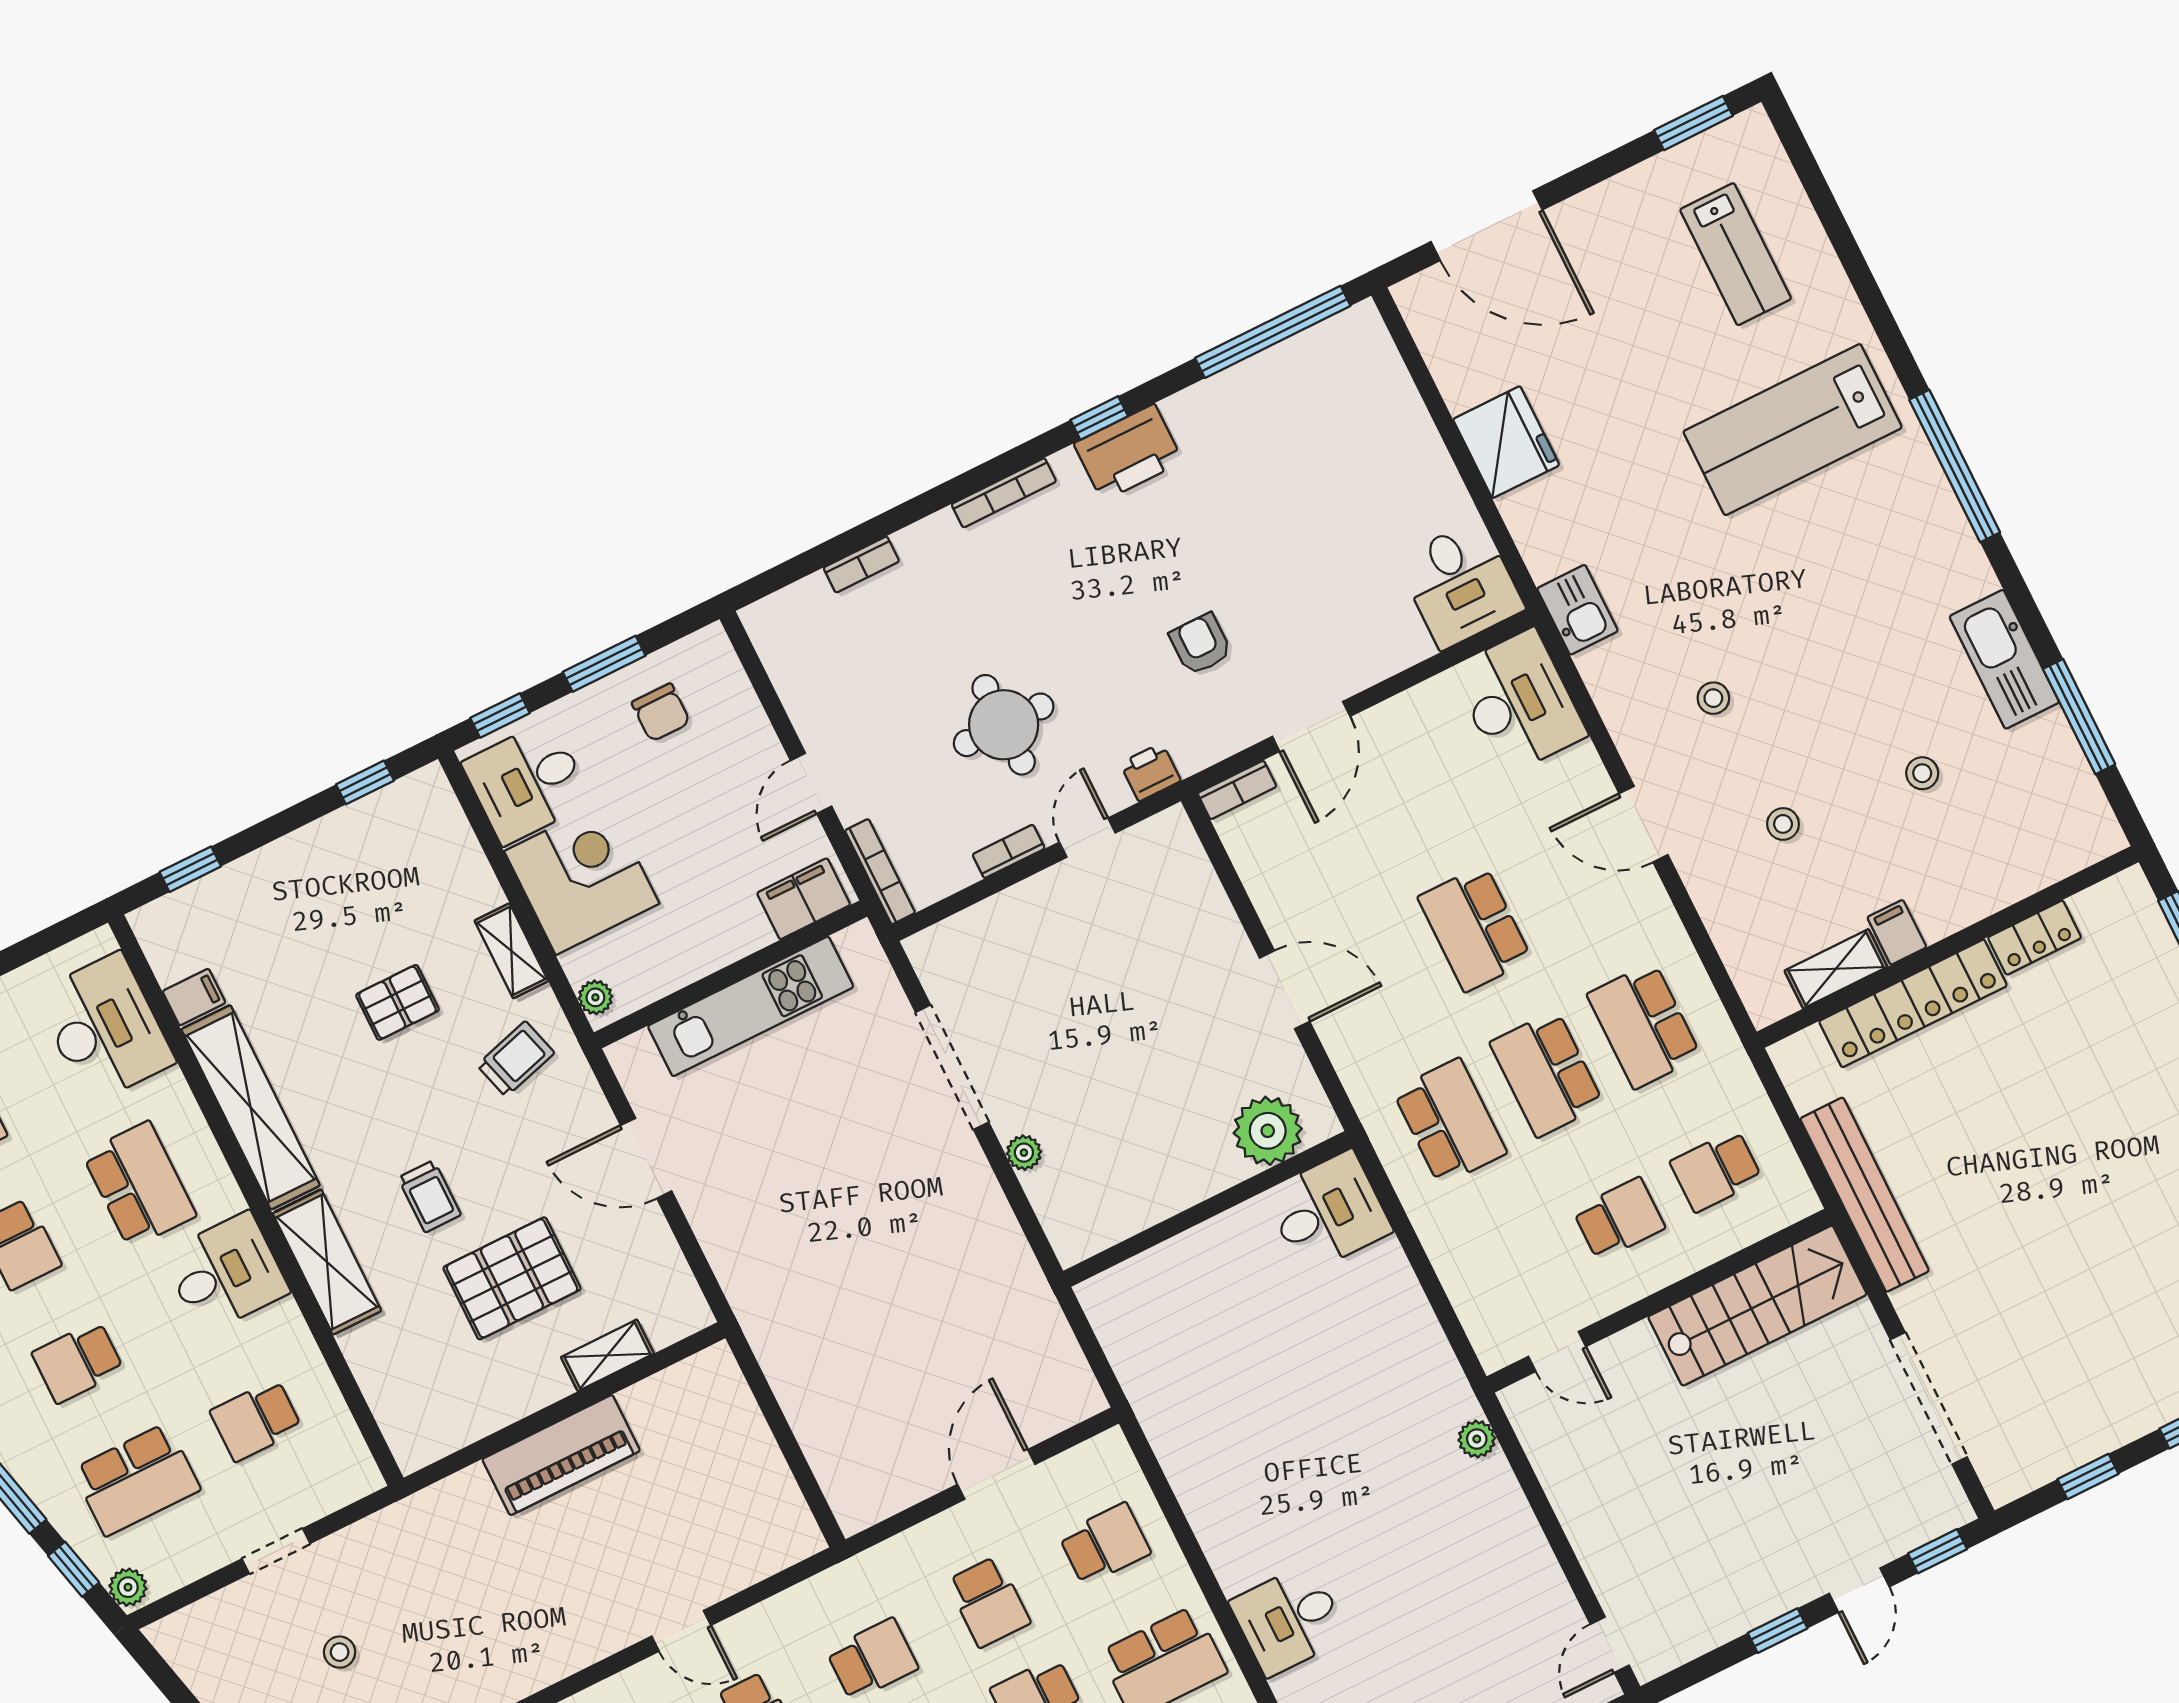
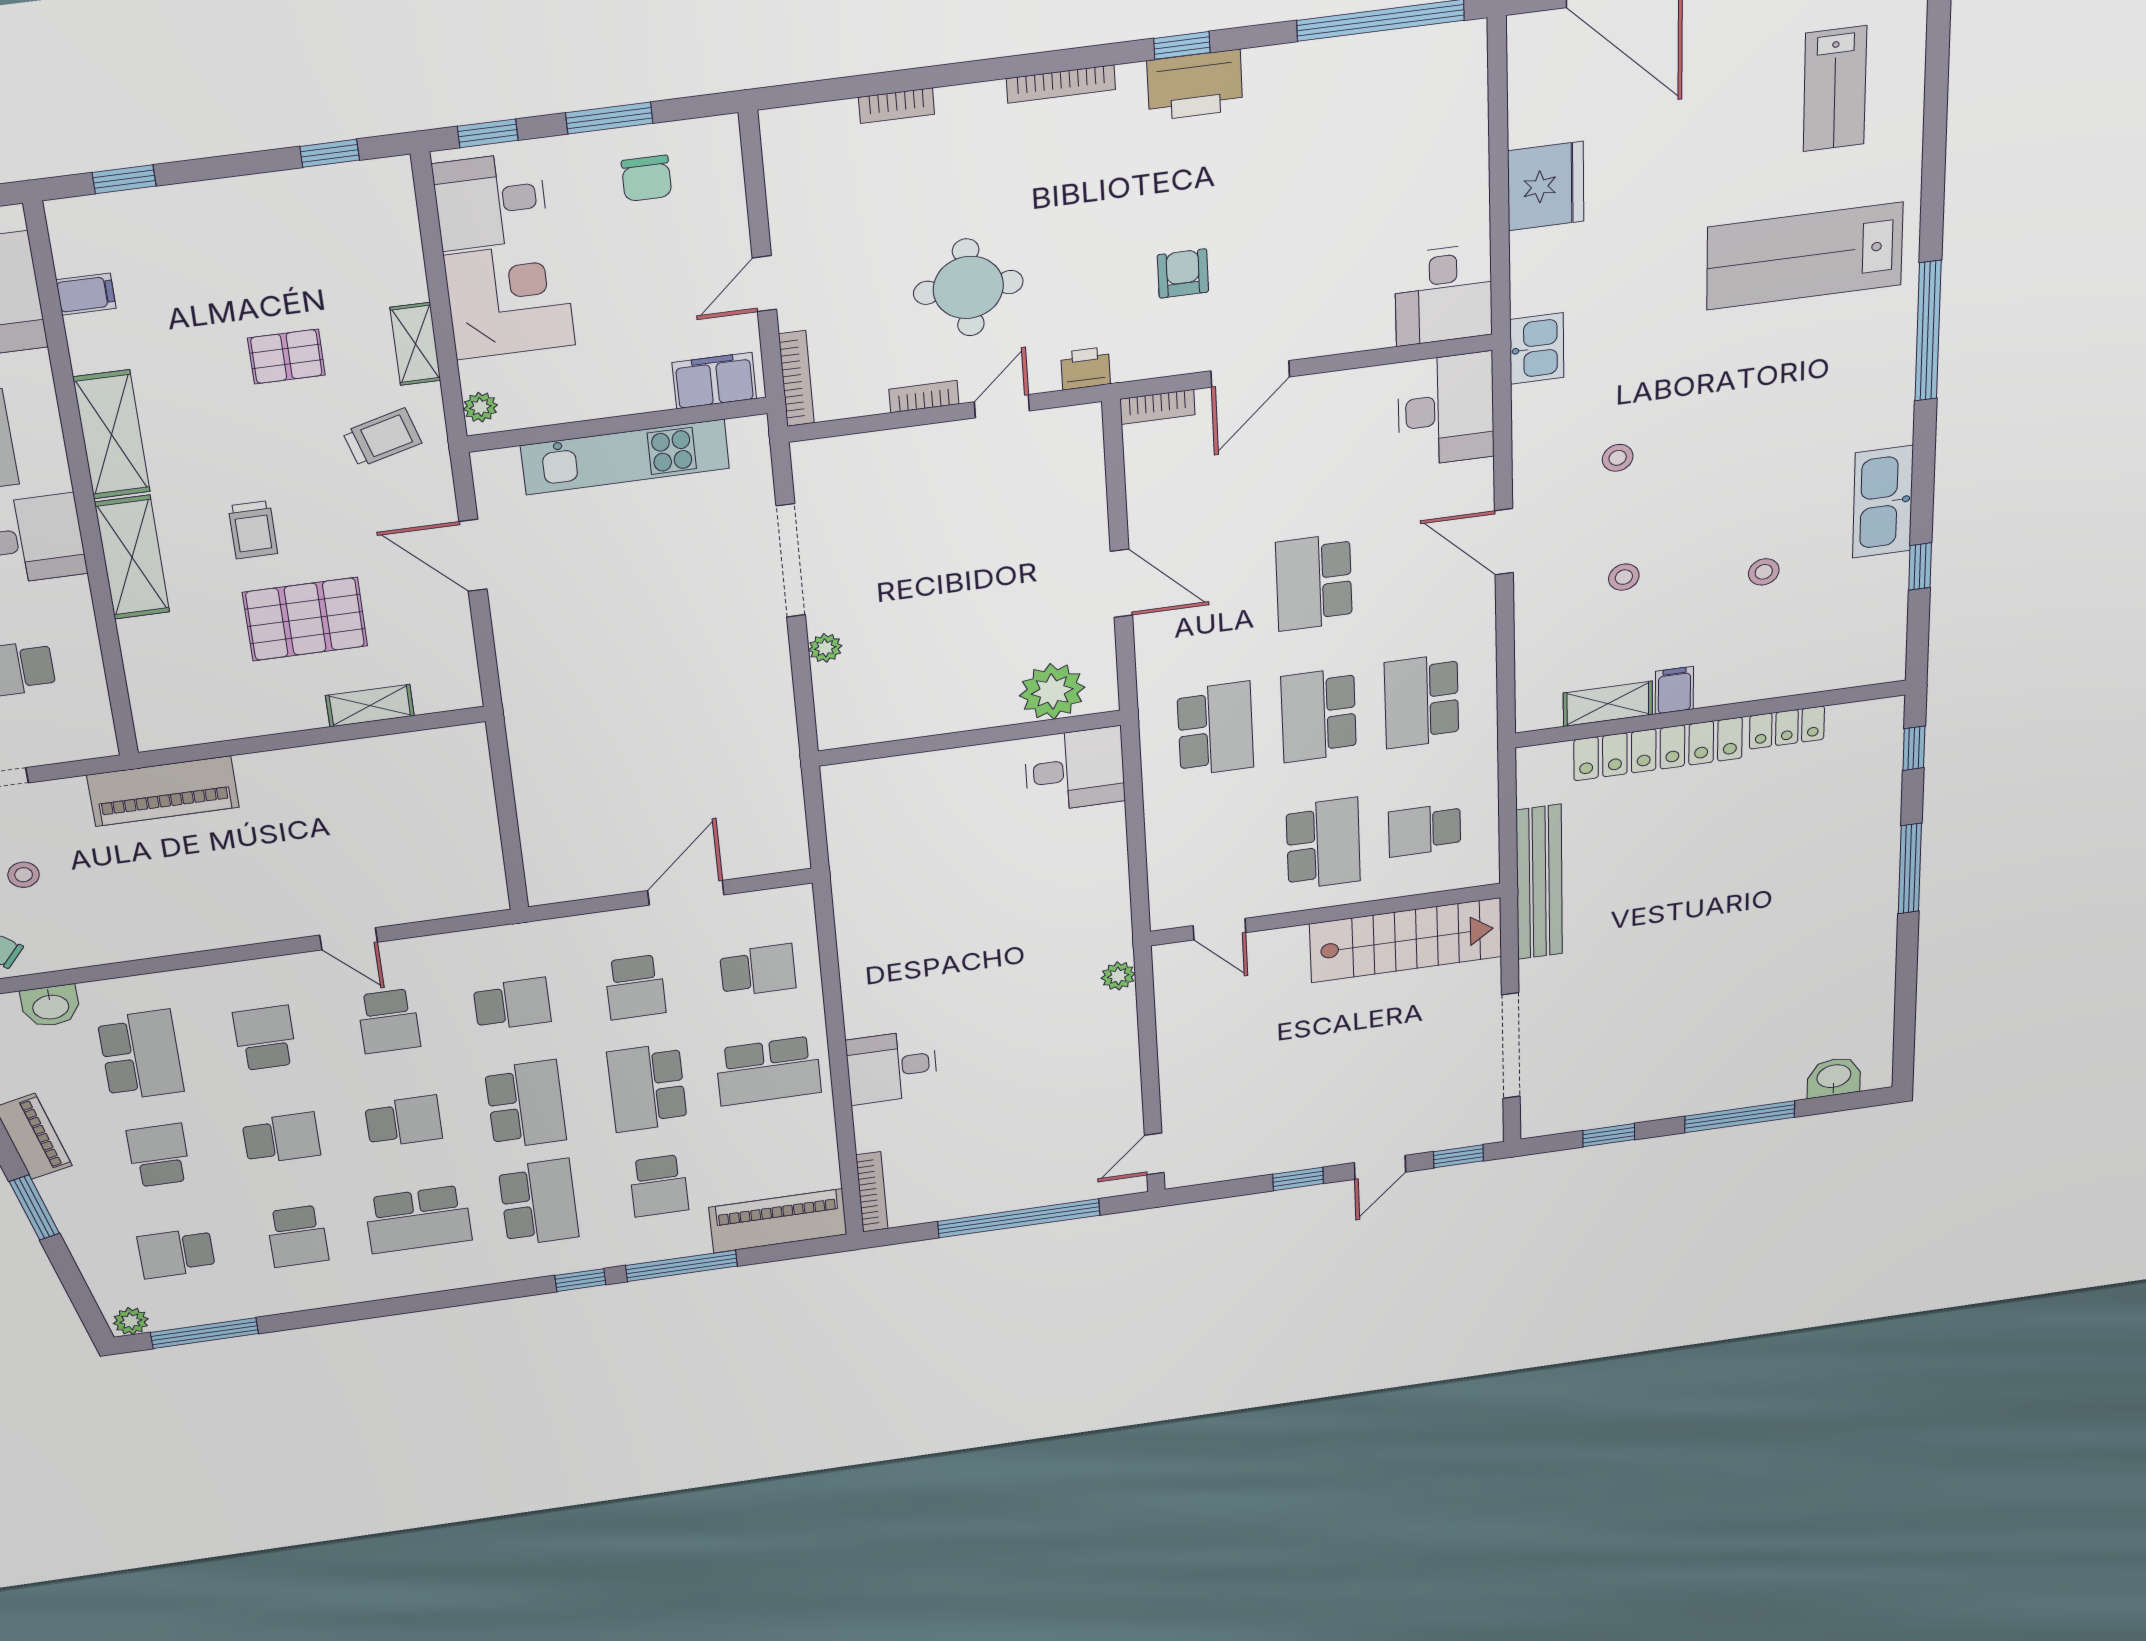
window: (2079, 717) -> (1920, 566), width x0.46
shelving: (251, 1107) -> (112, 435), width x0.68
school desk: (1619, 1219) -> (1323, 844), width x1.85
piano: (561, 1455) -> (163, 791), moved

